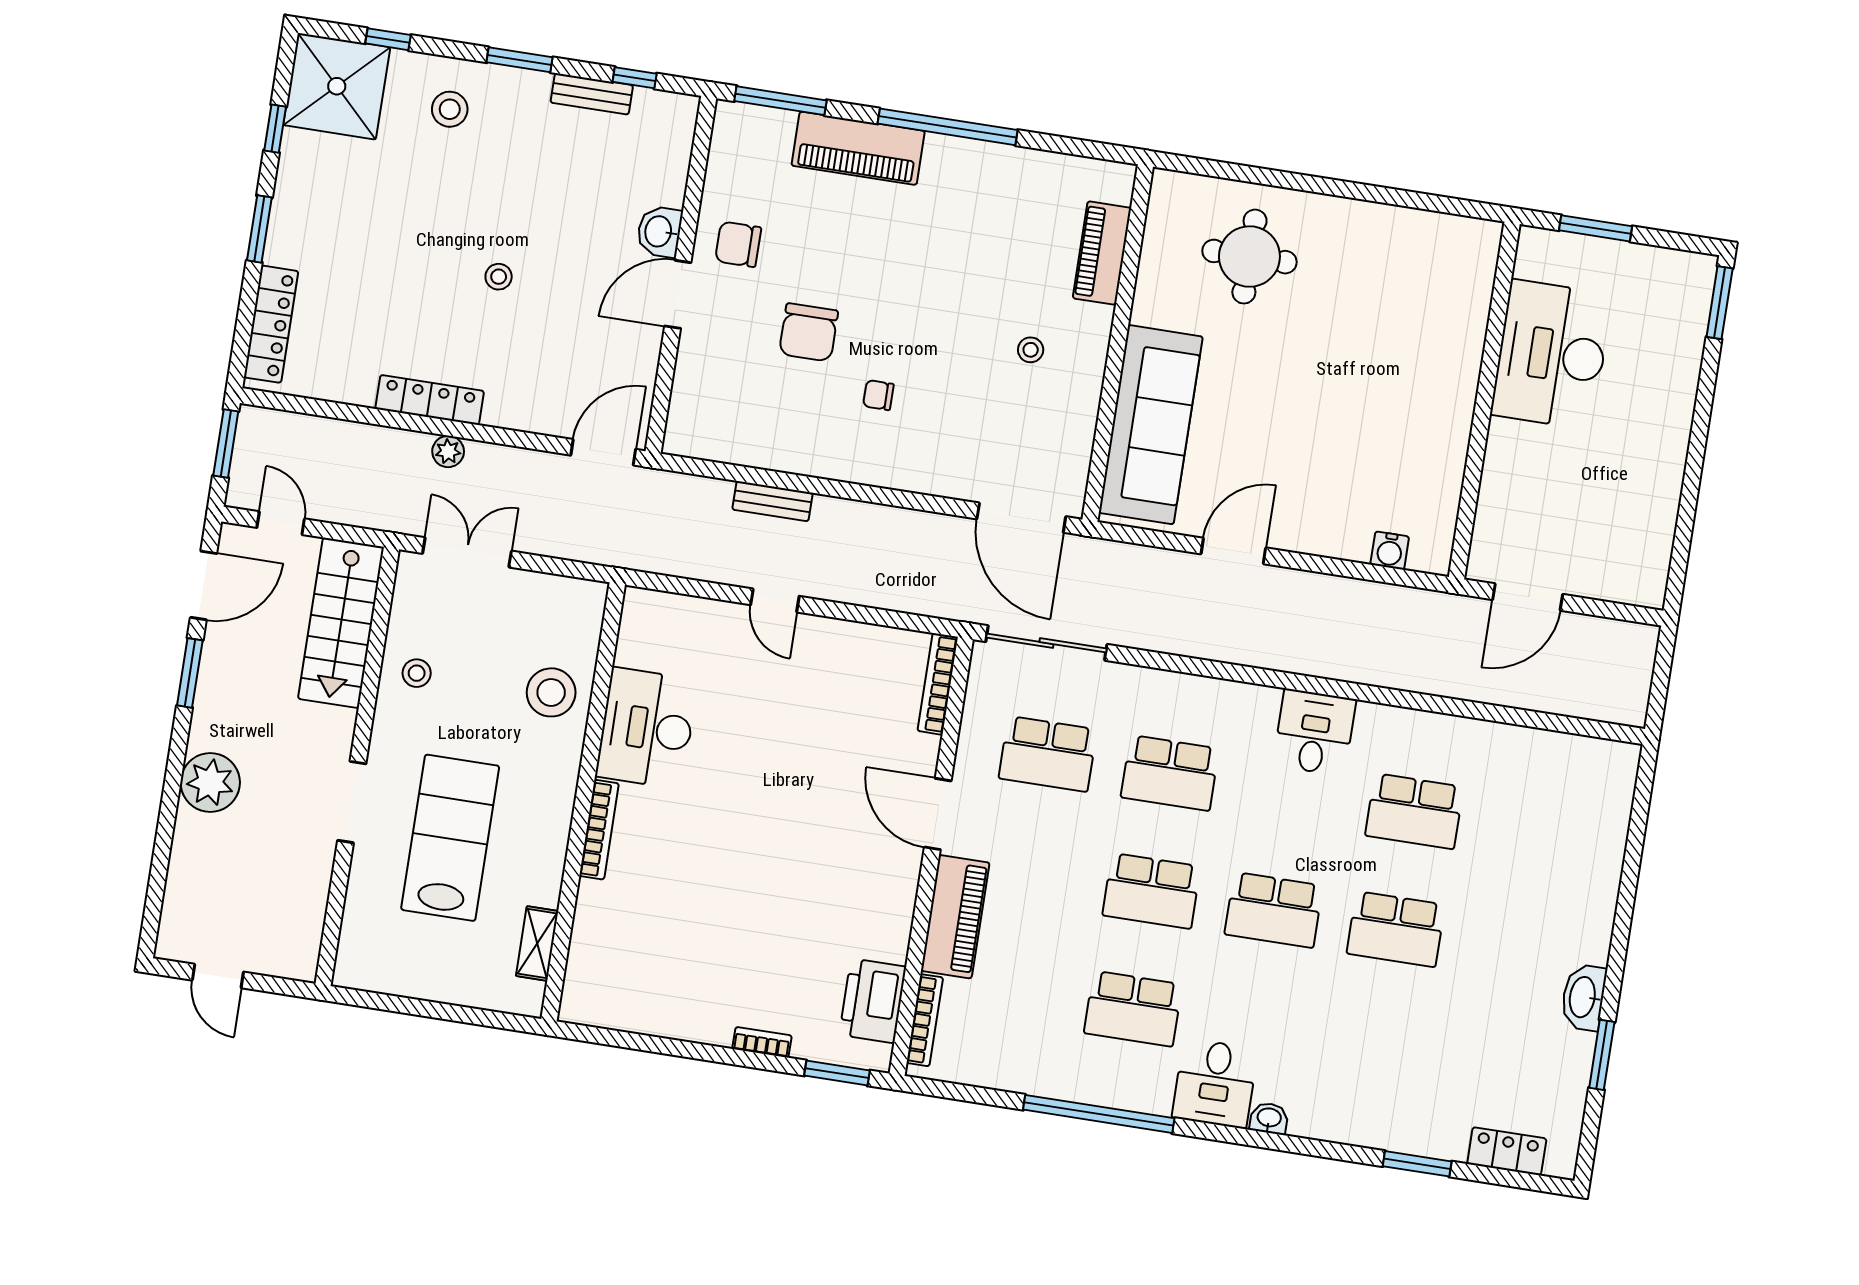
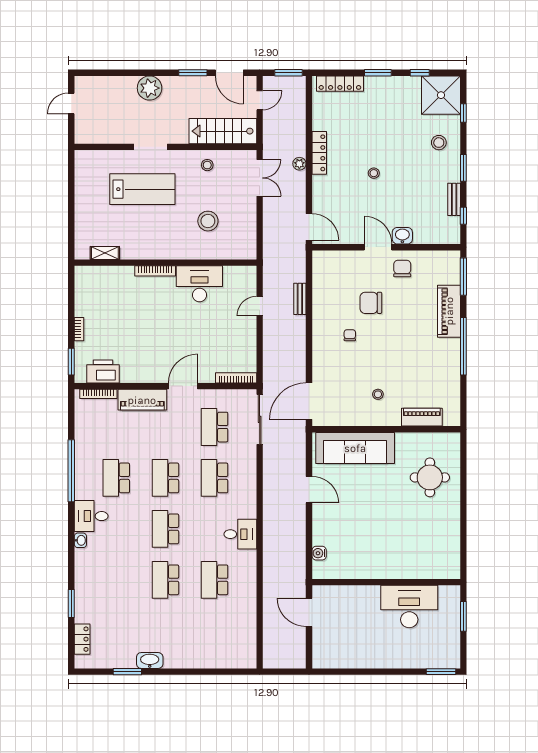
desk: (647, 728) -> (199, 284), moved
wall: (583, 802) -> (165, 263), moved
bookcase: (599, 830) -> (155, 271), moved
shelving: (537, 944) -> (105, 253), moved

